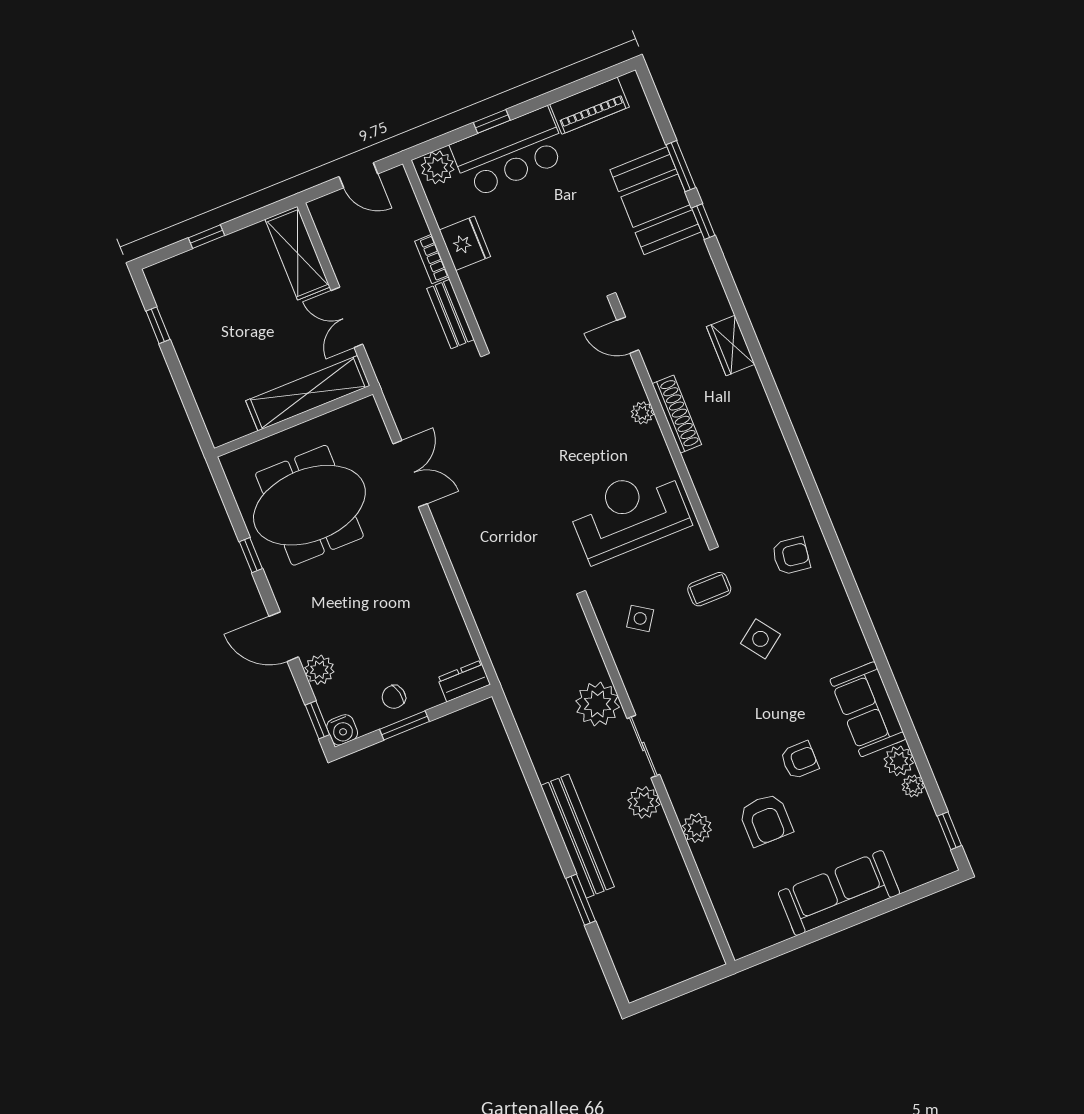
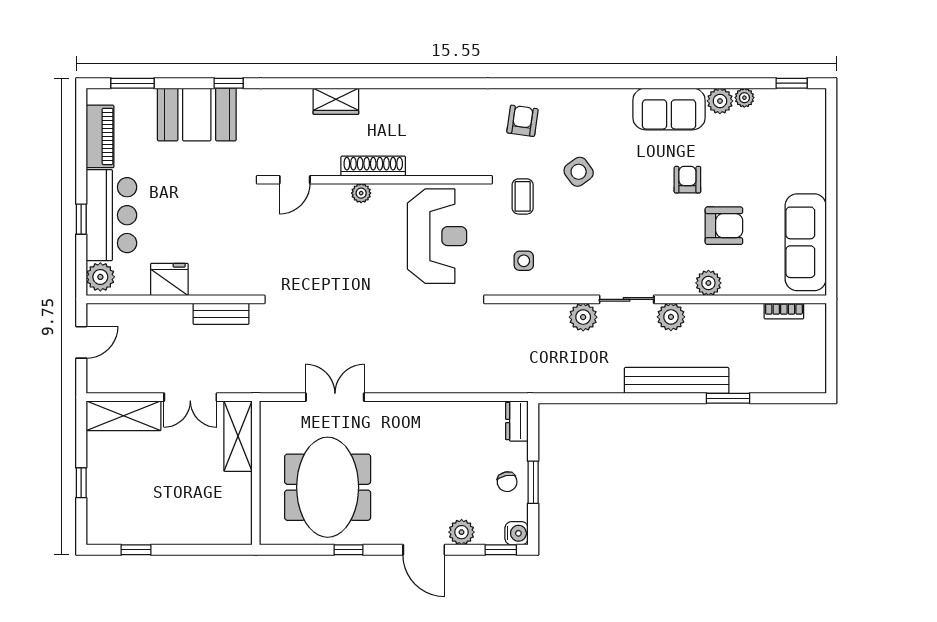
window: (681, 166) -> (133, 83), moved
bookcase: (432, 259) -> (784, 311), moved
shelving: (308, 393) -> (238, 436), width x0.68
reception desk: (629, 514) -> (437, 236), turned 180
side table: (640, 618) -> (524, 261), turned -34
door: (284, 637) -> (424, 550), hinge flipped
plant: (598, 704) -> (583, 317), width x0.73, depth x0.73
sofa: (839, 893) -> (806, 242), moved

